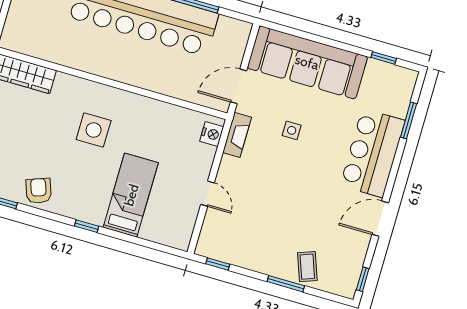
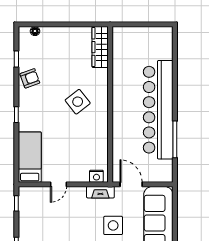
side table: (94, 130) -> (78, 102), turned -38
side table: (292, 130) -> (113, 225), width x1.87, depth x1.87
bed: (131, 195) -> (30, 157), moved, turned -90

